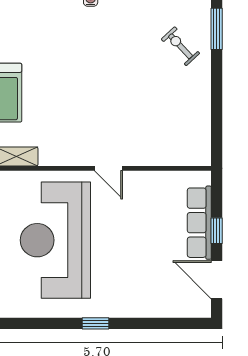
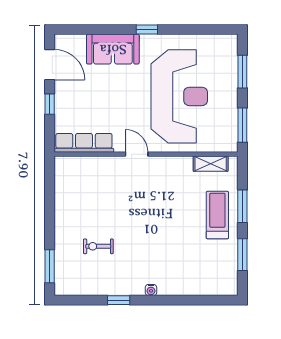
exercise bike: (180, 46) -> (98, 246), moved, turned 133
row of seats: (199, 223) -> (84, 143), moved, turned -90
sofa: (138, 299) -> (113, 49), added

